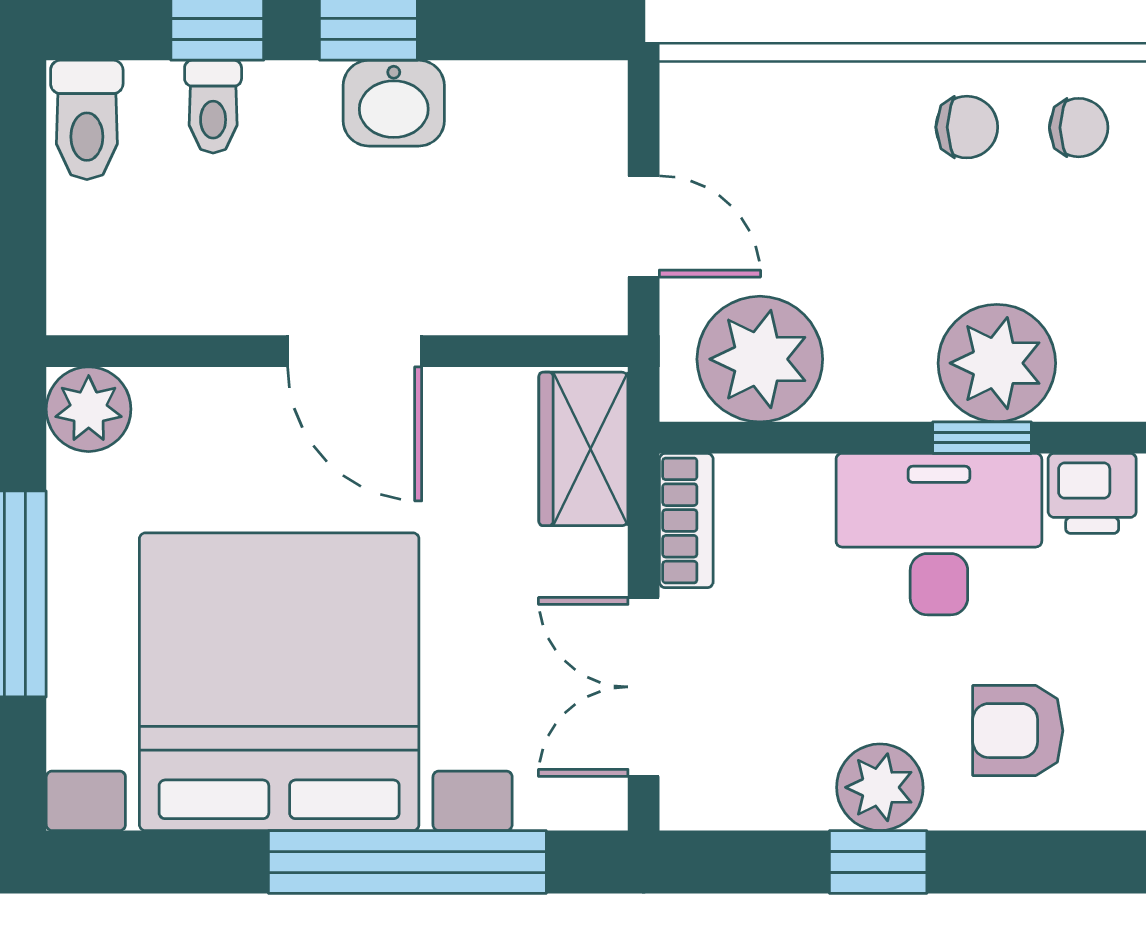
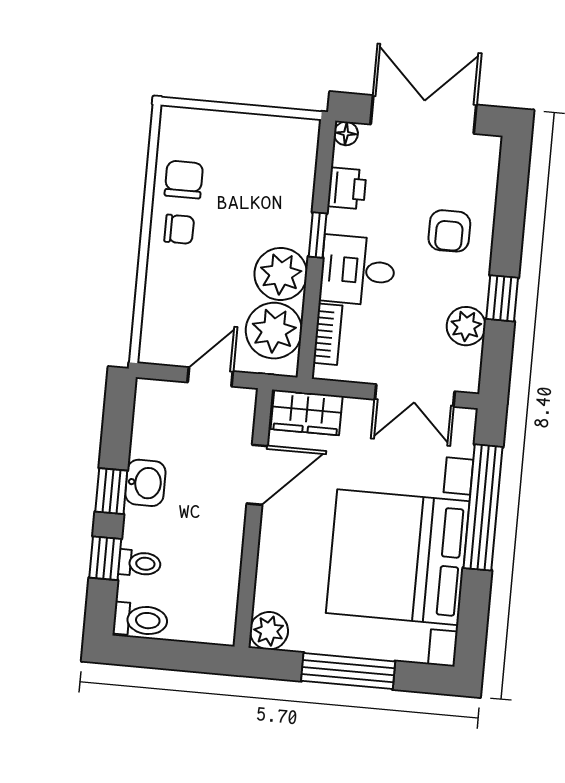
chair: (967, 127) -> (179, 229), turned 90
chair: (1079, 128) -> (184, 180), width x1.37, depth x1.37
door: (355, 351) -> (257, 475), moved
plant: (997, 363) -> (281, 274), moved
bookcase: (686, 520) -> (328, 334), moved, turned 90
desk: (939, 534) -> (358, 270), width x0.73
plant: (880, 787) -> (466, 326), moved

